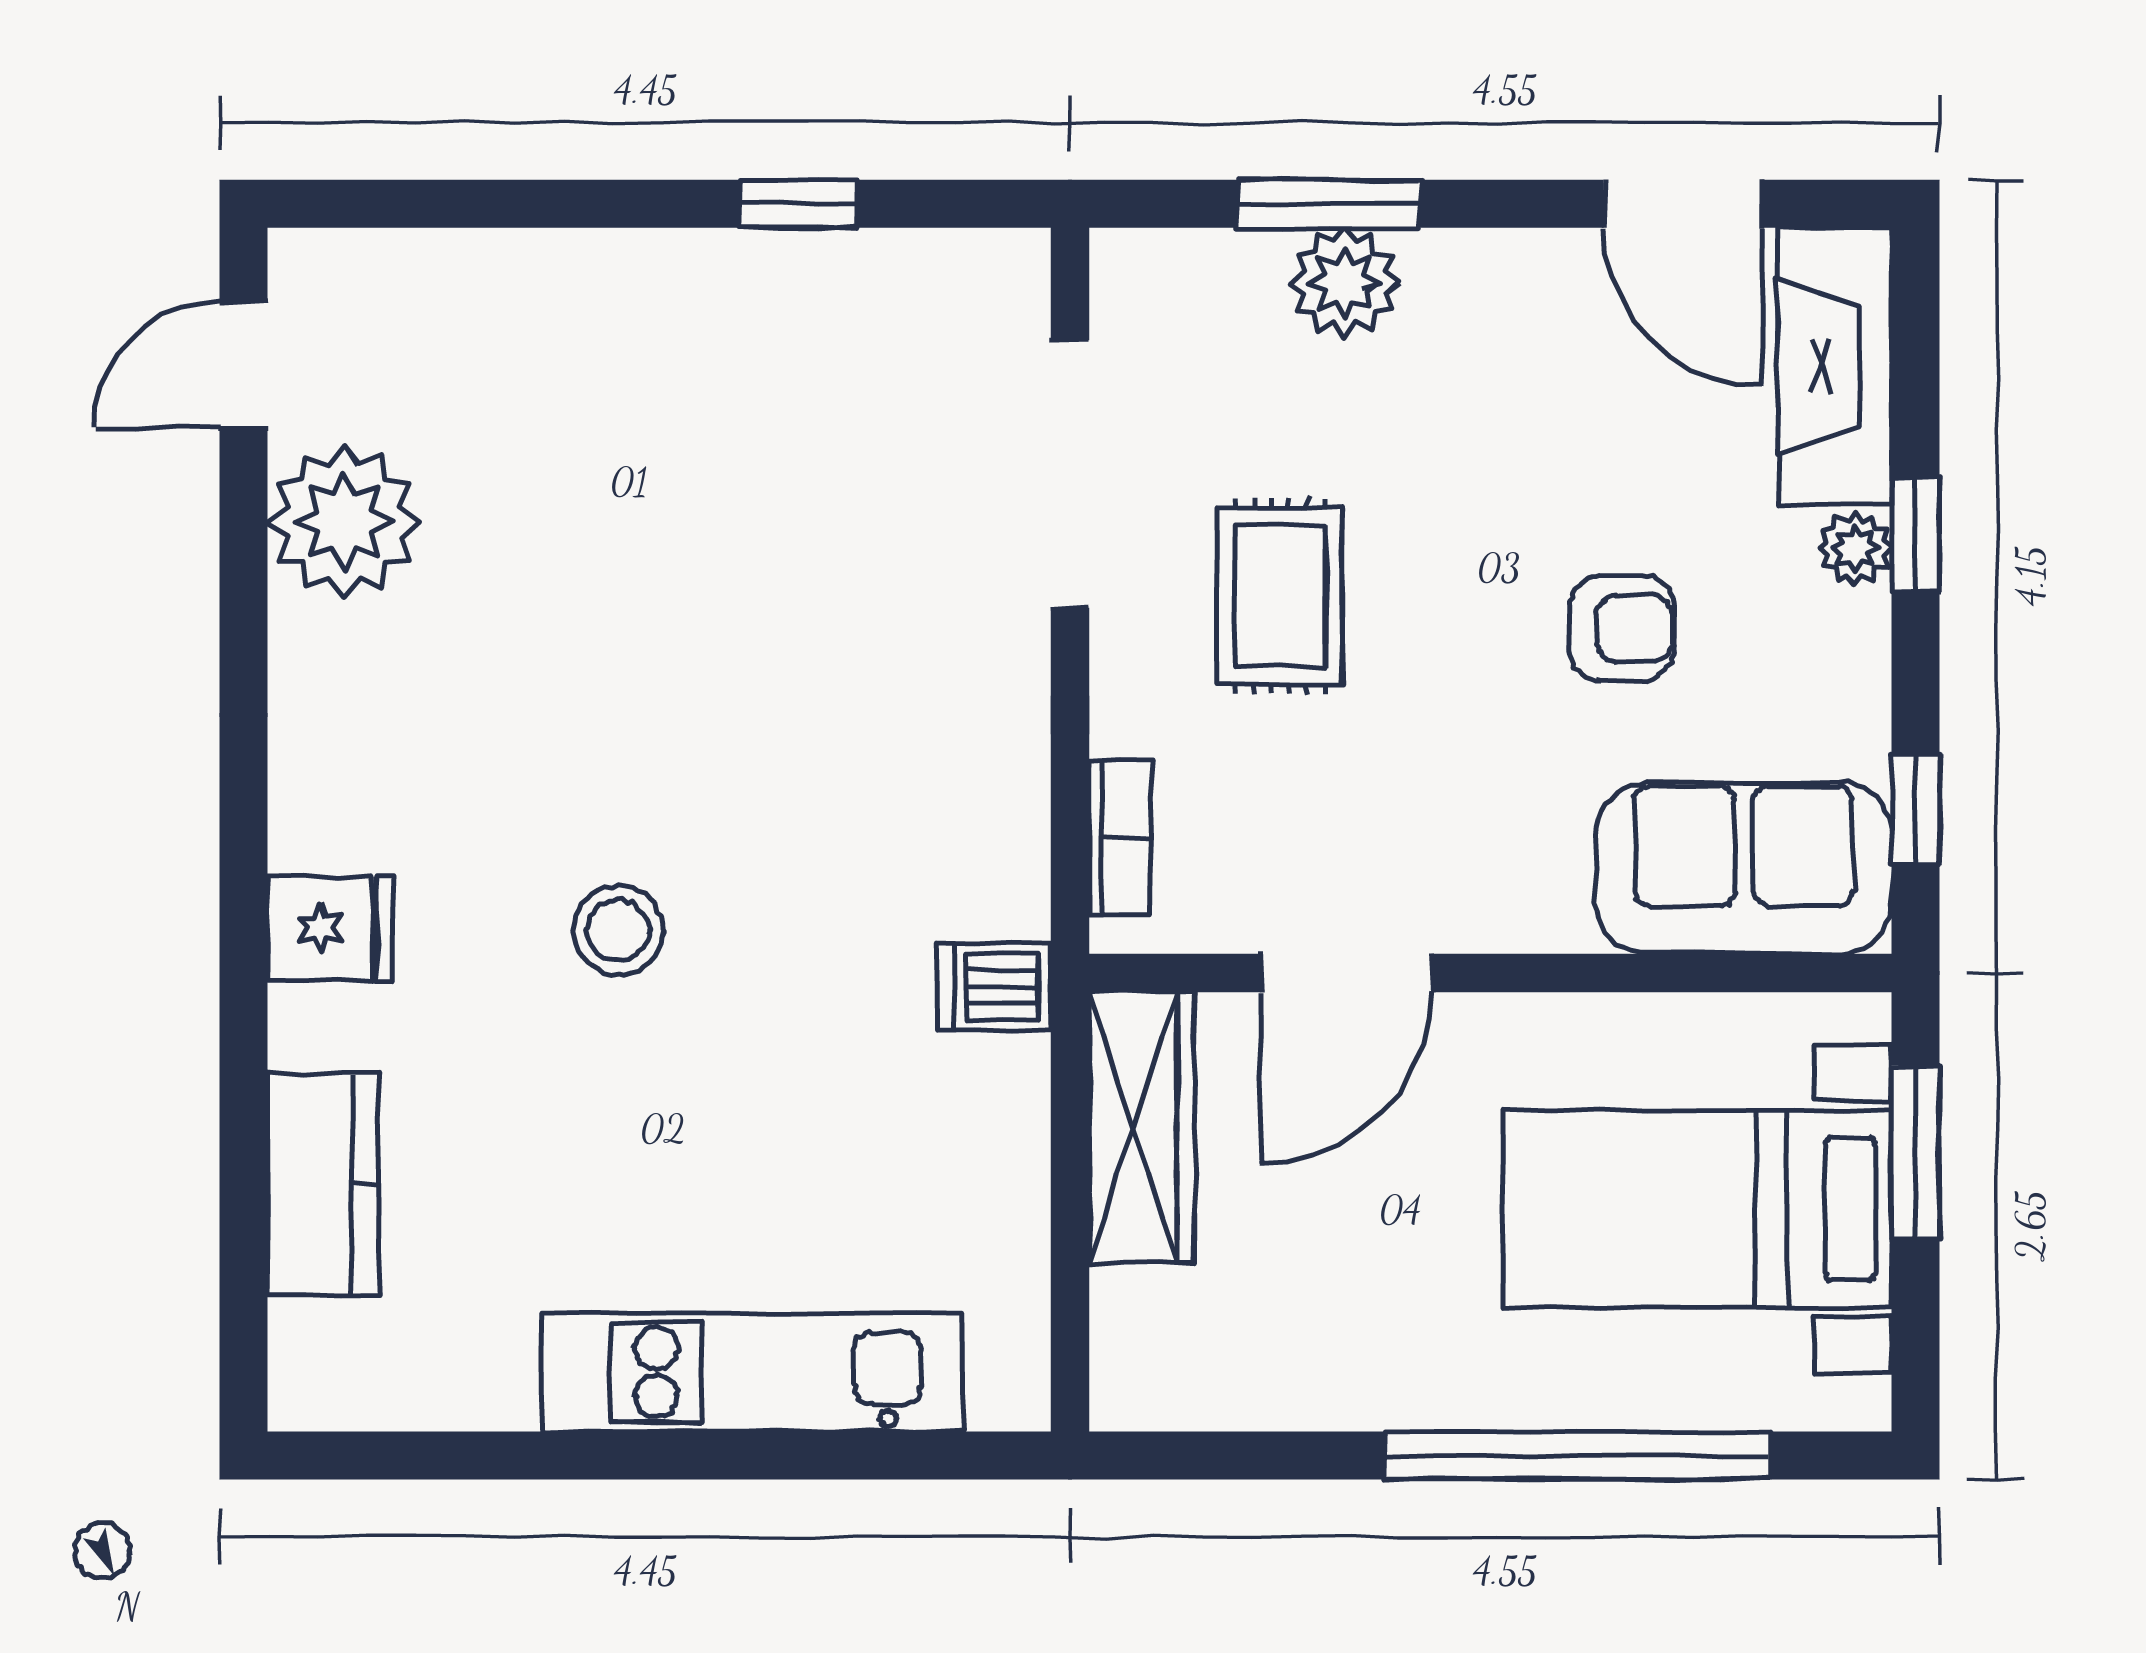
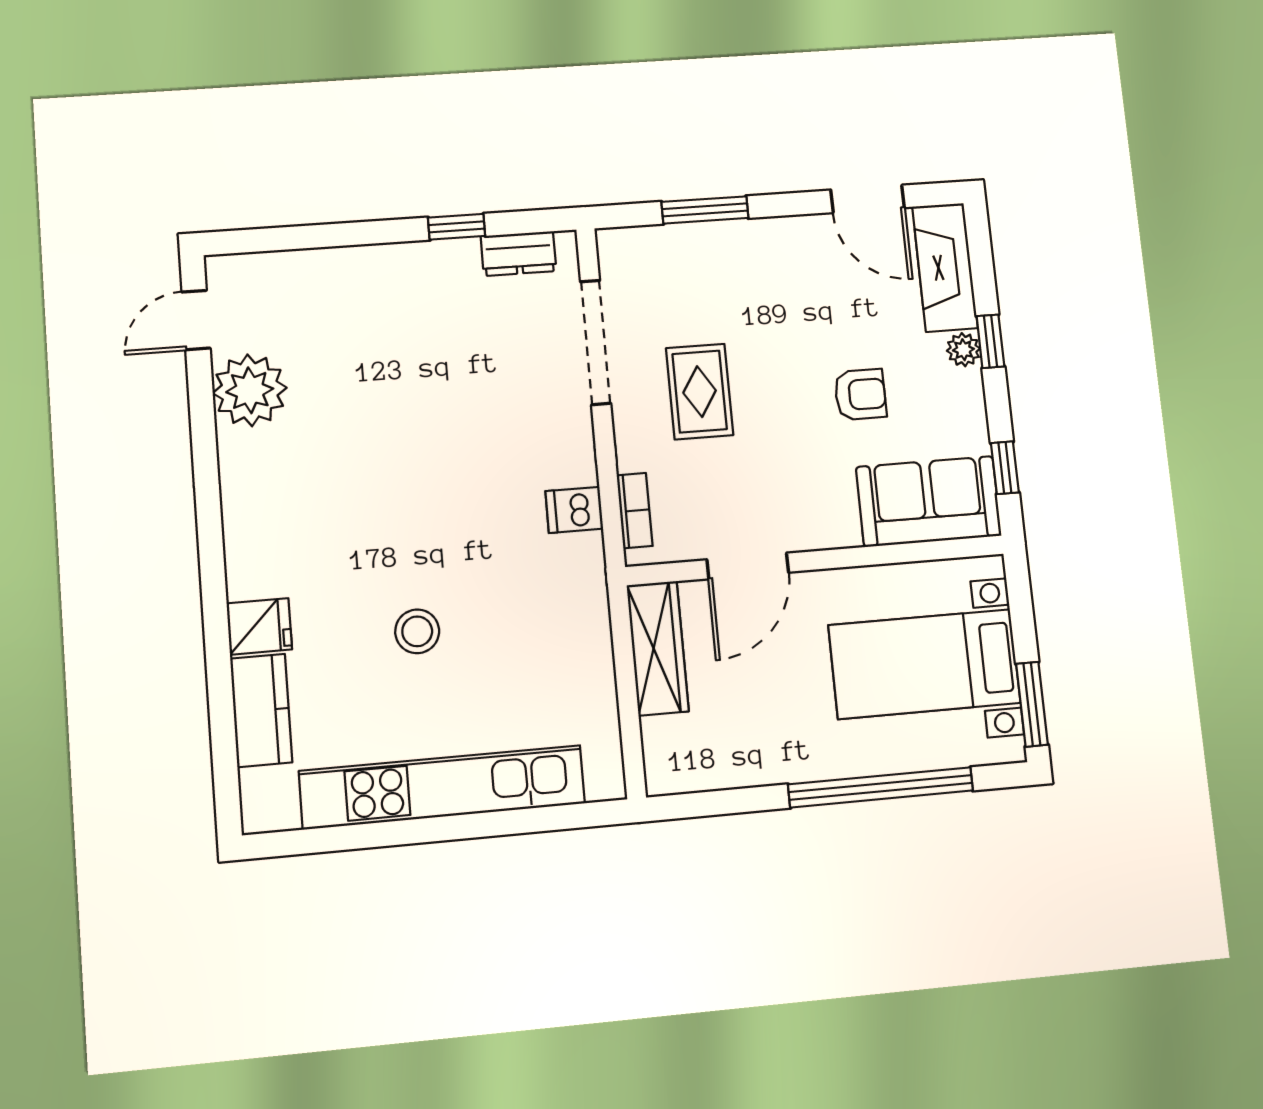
dresser: (924, 271) -> (519, 254), added
plant: (1345, 283) -> (716, 245), removed
fridge: (330, 928) -> (259, 626), moved
stool: (618, 930) -> (417, 631), moved
dishwasher: (994, 987) -> (574, 510), moved
window: (1916, 1153) -> (1032, 704), moved
kitchen unit: (753, 1372) -> (442, 787), width x1.36

